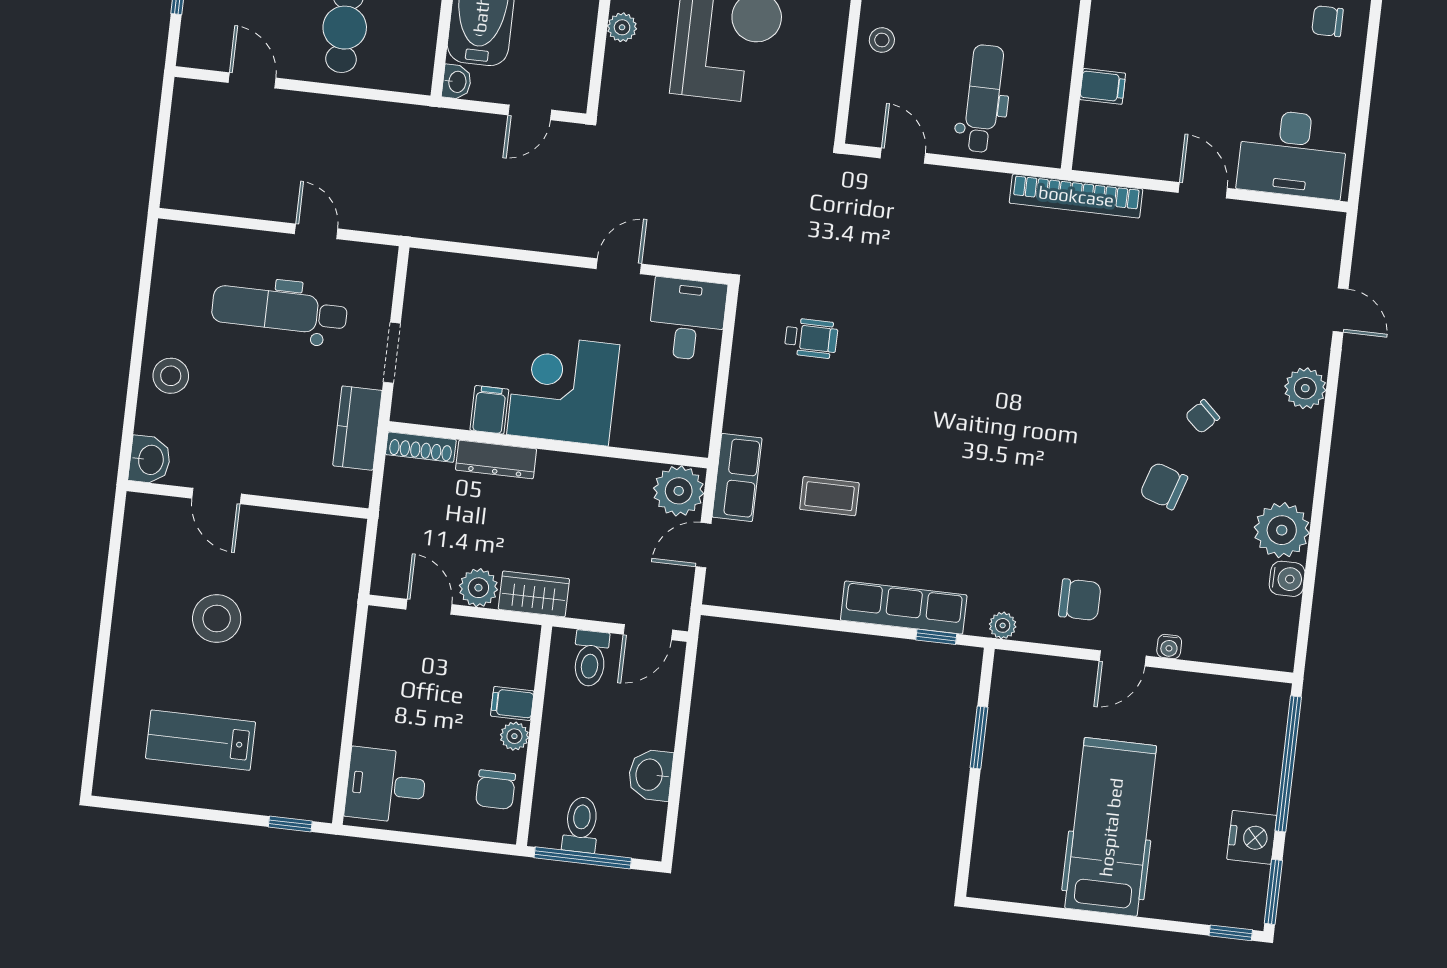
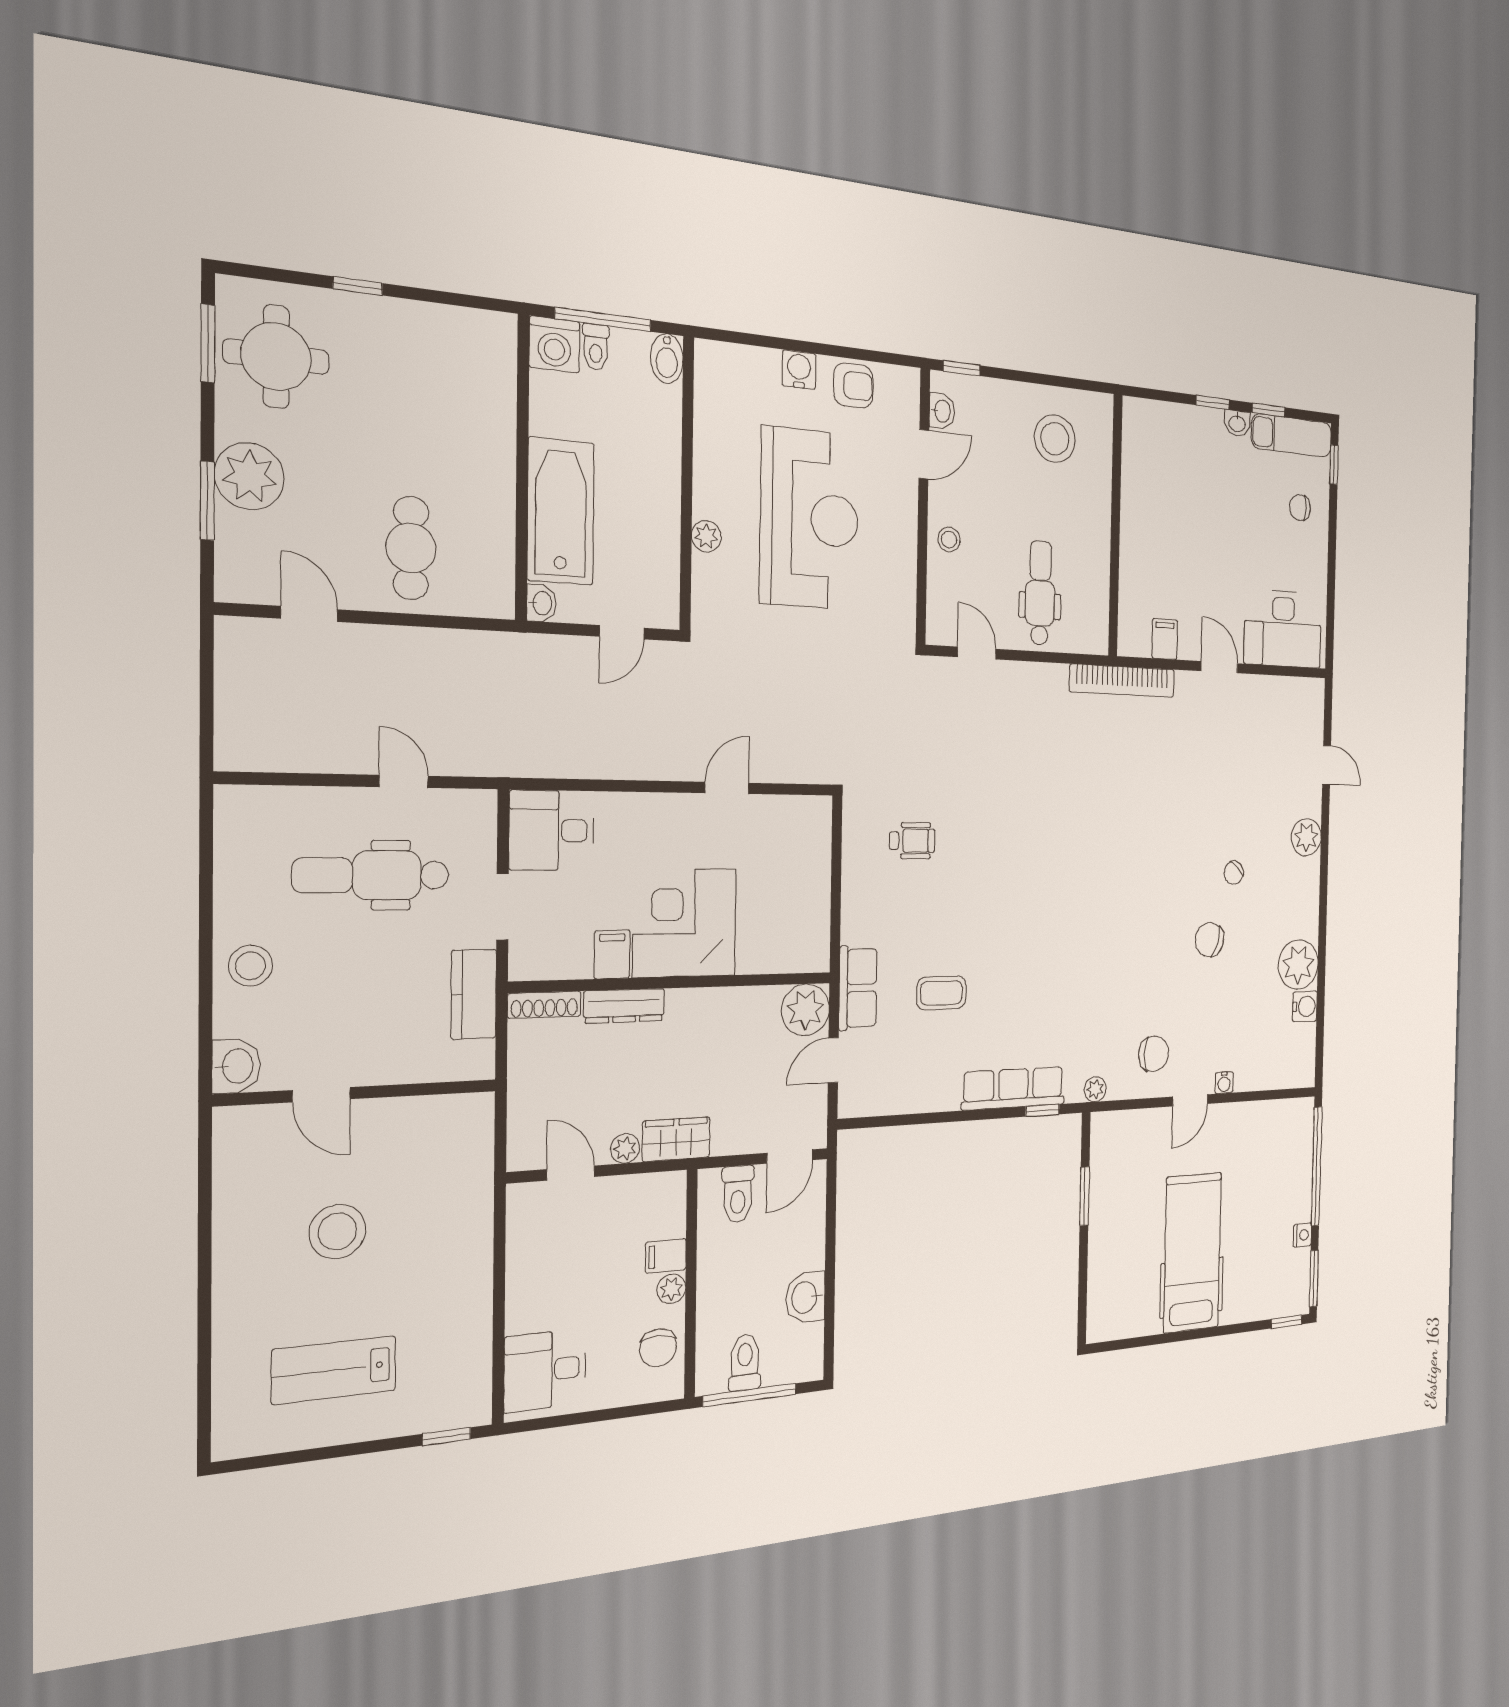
filing cabinet: (1103, 86) -> (1165, 639), moved, turned -90
desk: (687, 319) -> (552, 830), moved, turned -90
plant: (478, 588) -> (625, 1148), width x0.73, depth x0.73
nightstand: (1252, 837) -> (1302, 1235), width x0.53, depth x0.56

